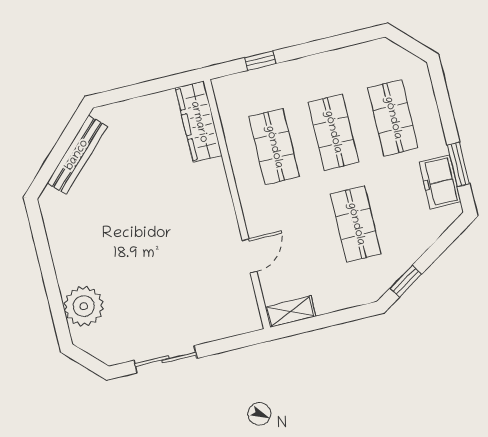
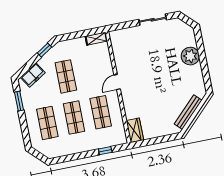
wardrobe: (199, 122) -> (135, 130), width x0.67
freezer: (440, 182) -> (33, 75), moved, turned 58
door: (250, 256) -> (117, 82), moved
plant: (84, 306) -> (190, 56), moved

